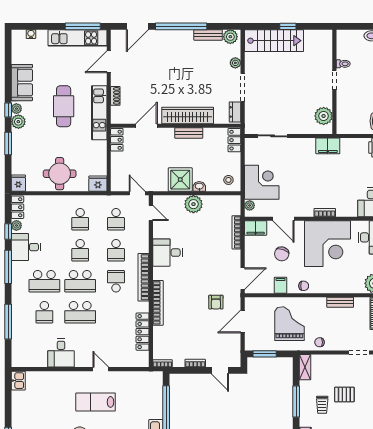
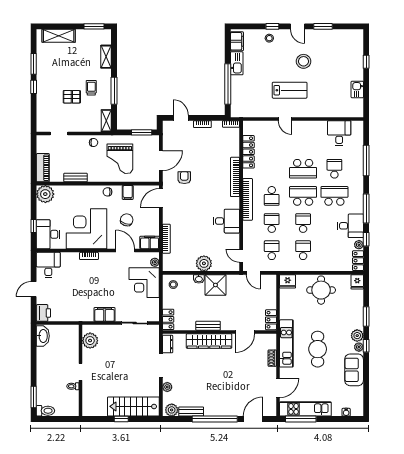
filing cabinet: (328, 146) -> (105, 314), moved
school desk: (80, 312) -> (303, 169), turned 180
desk: (61, 353) -> (339, 133), moved
kitchen sink: (18, 381) -> (357, 89), moved

